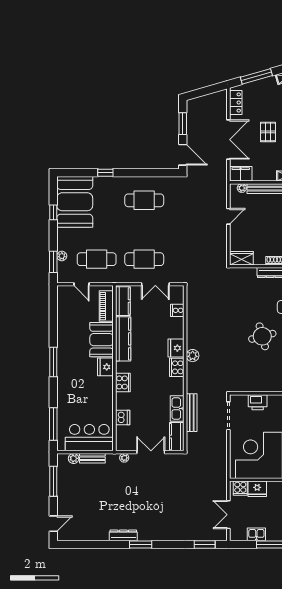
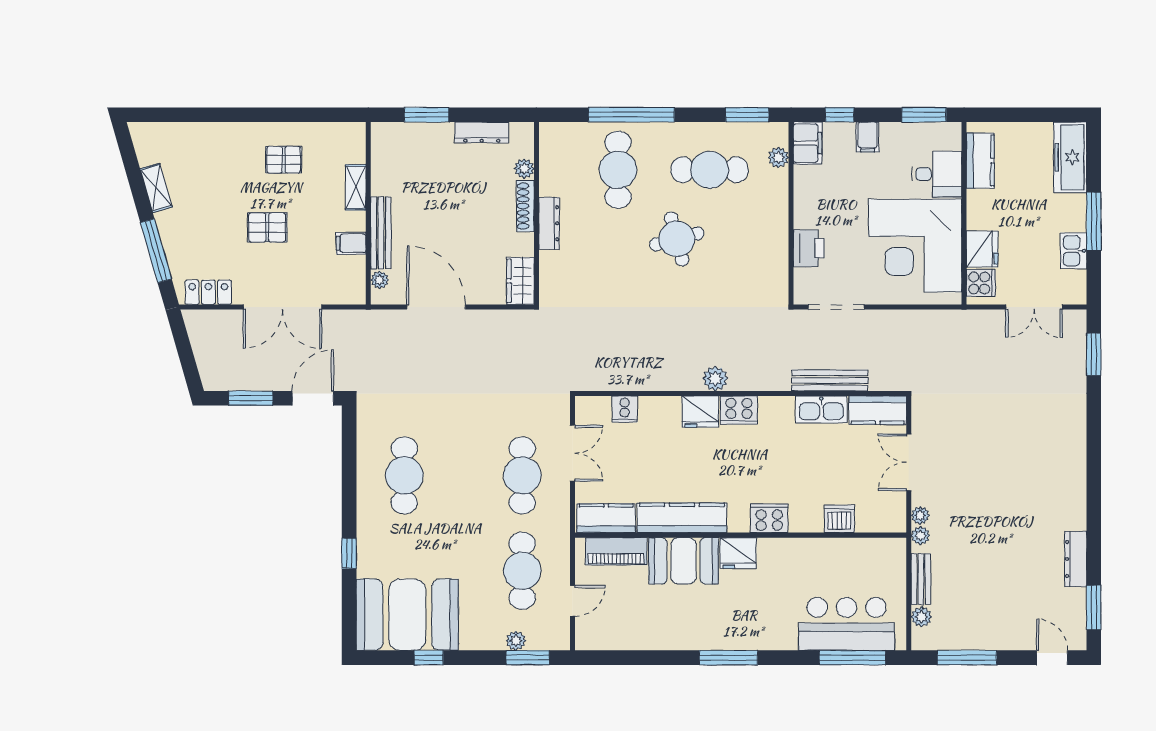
double door: (228, 140) -> (283, 307), swing flipped
filing cabinet: (241, 174) -> (351, 243), moved, width x0.50
door: (228, 216) -> (436, 307), width x1.88
bar counter: (89, 438) -> (847, 624), moved, turned 90
plant: (114, 458) -> (920, 536), added
dresser: (123, 535) -> (1076, 559), moved
window: (141, 544) -> (1094, 607), moved

